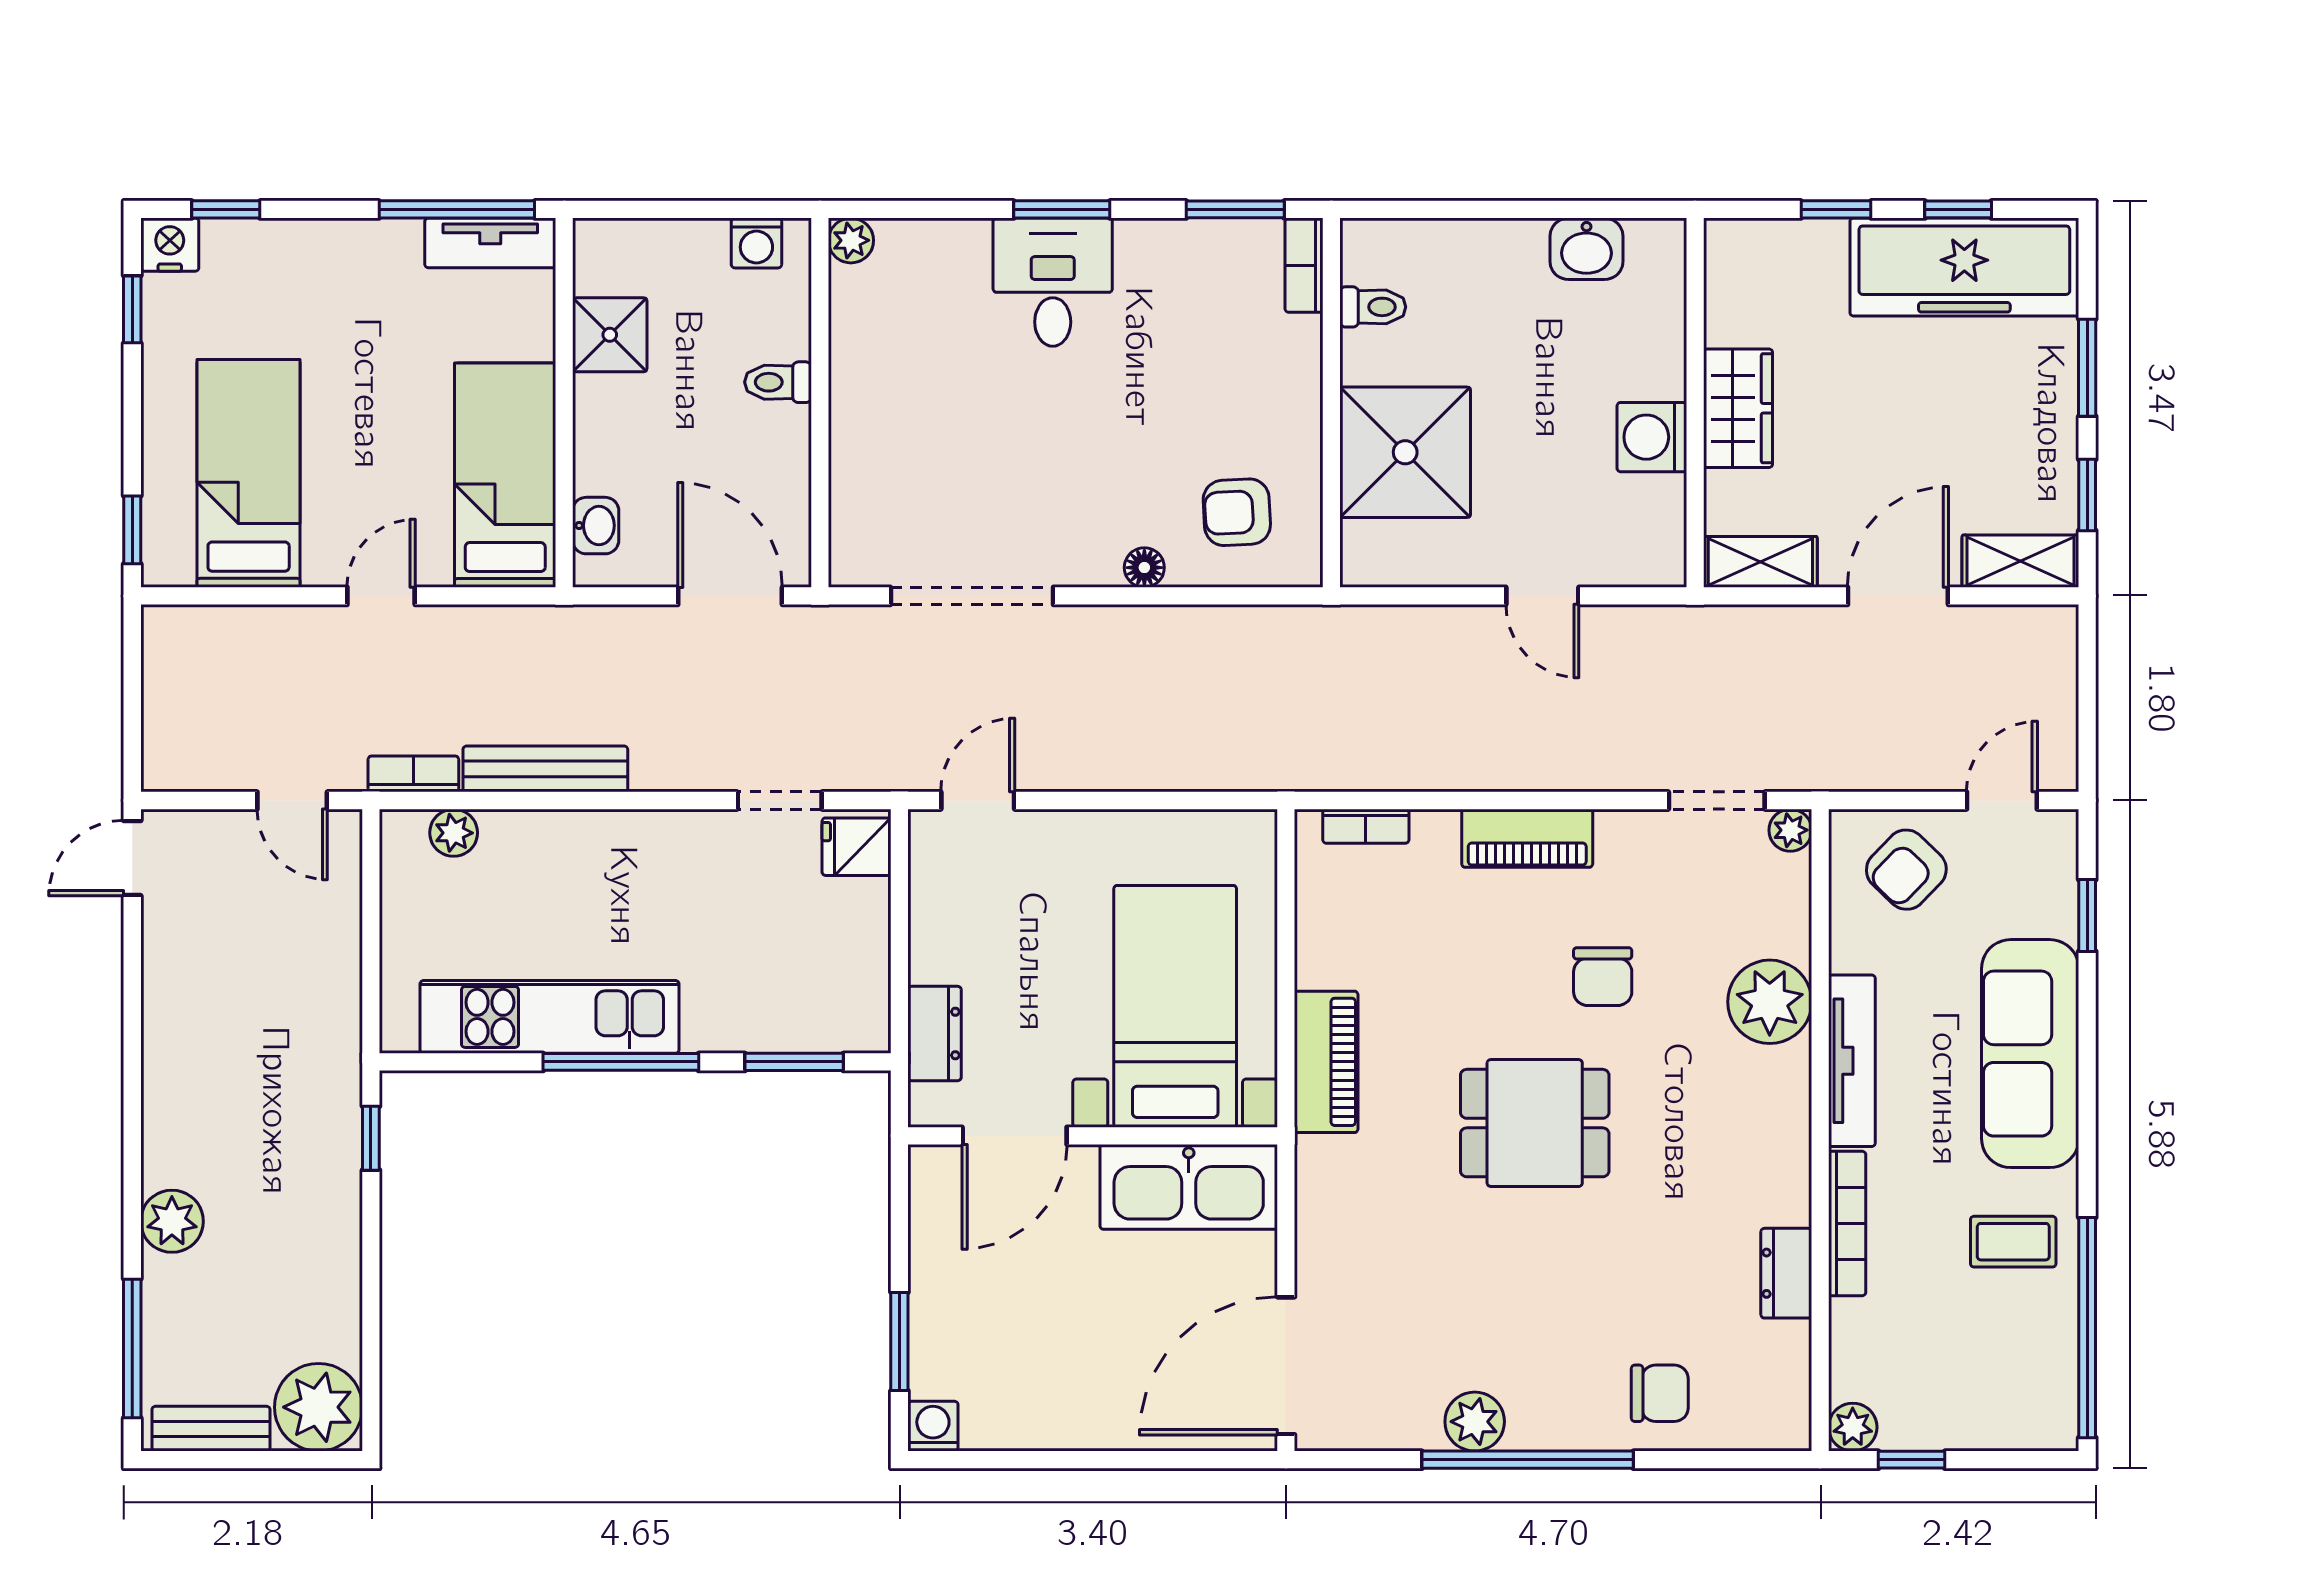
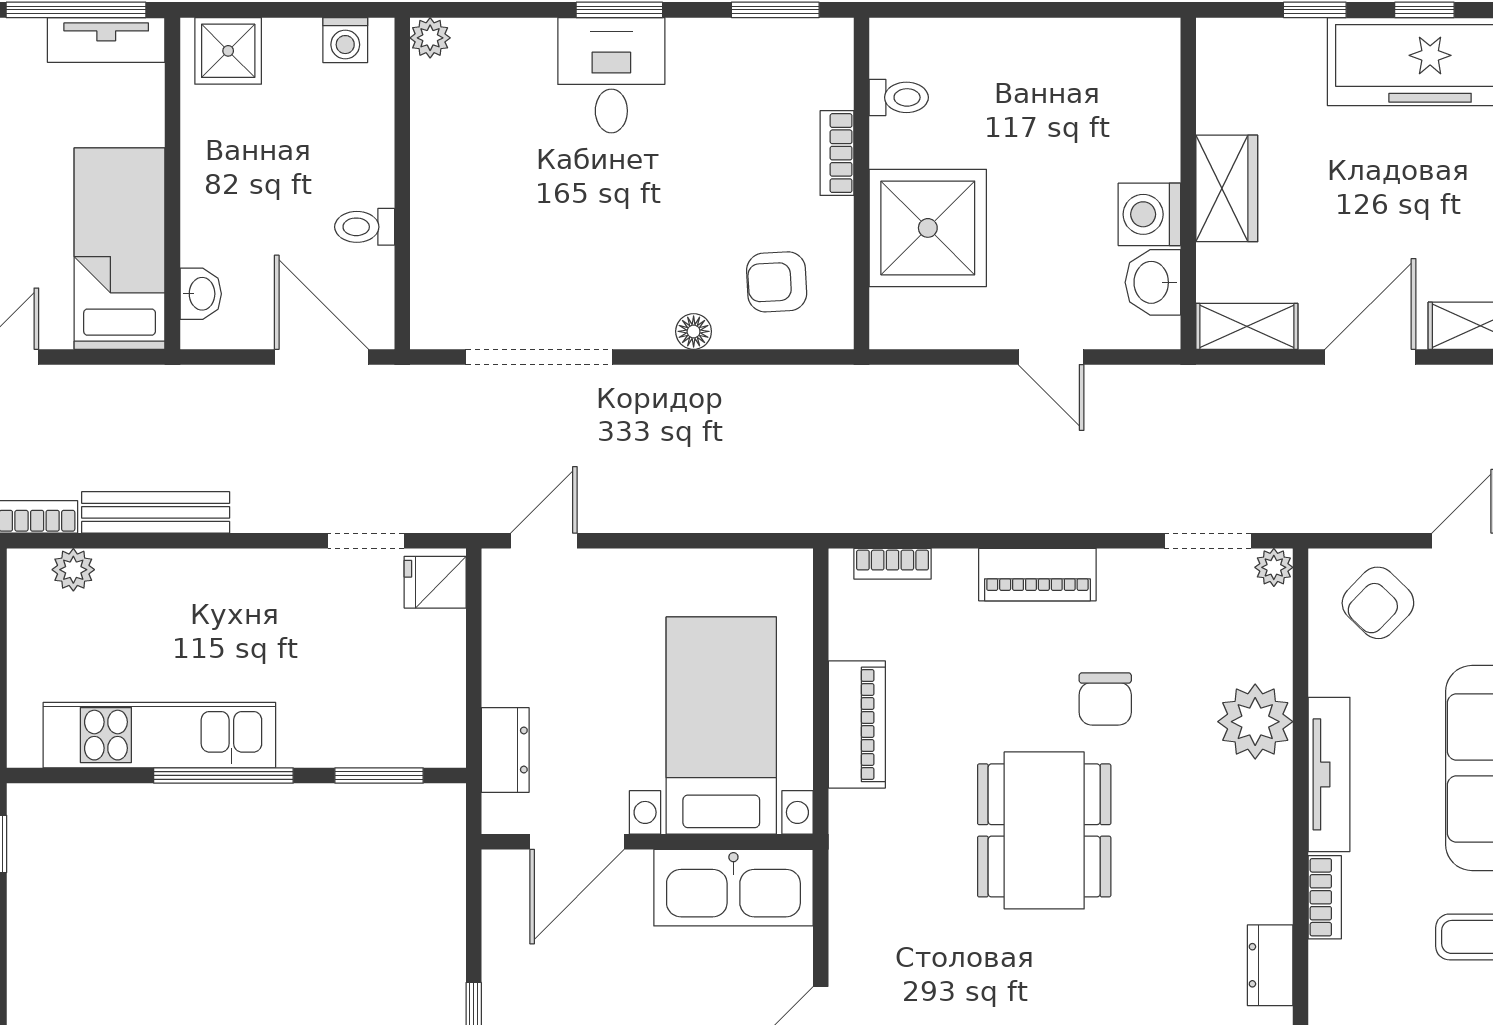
washbasin: (1587, 249) -> (1153, 282), moved, turned 90
bookcase: (1304, 265) -> (837, 153), moved
shower: (610, 335) -> (228, 51), moved
toilet: (778, 382) -> (365, 227), moved
piano: (1326, 1062) -> (857, 724), moved
dining table: (1535, 1123) -> (1044, 830), width x1.38
bookcase: (1847, 1224) -> (1325, 897), width x0.64

